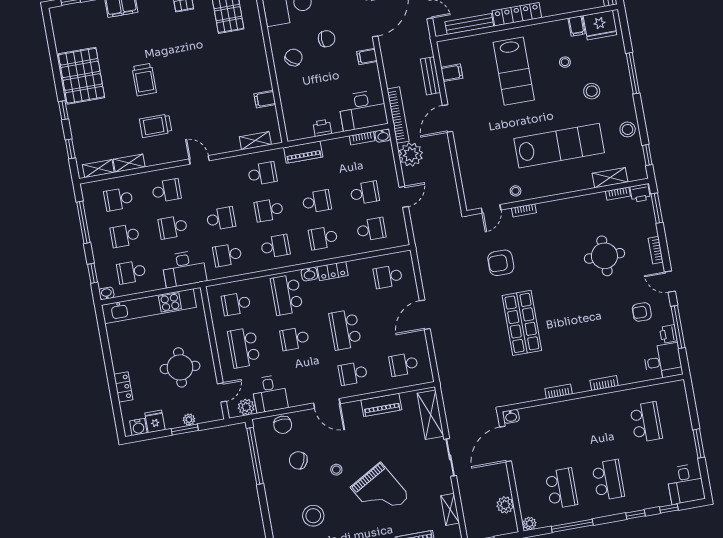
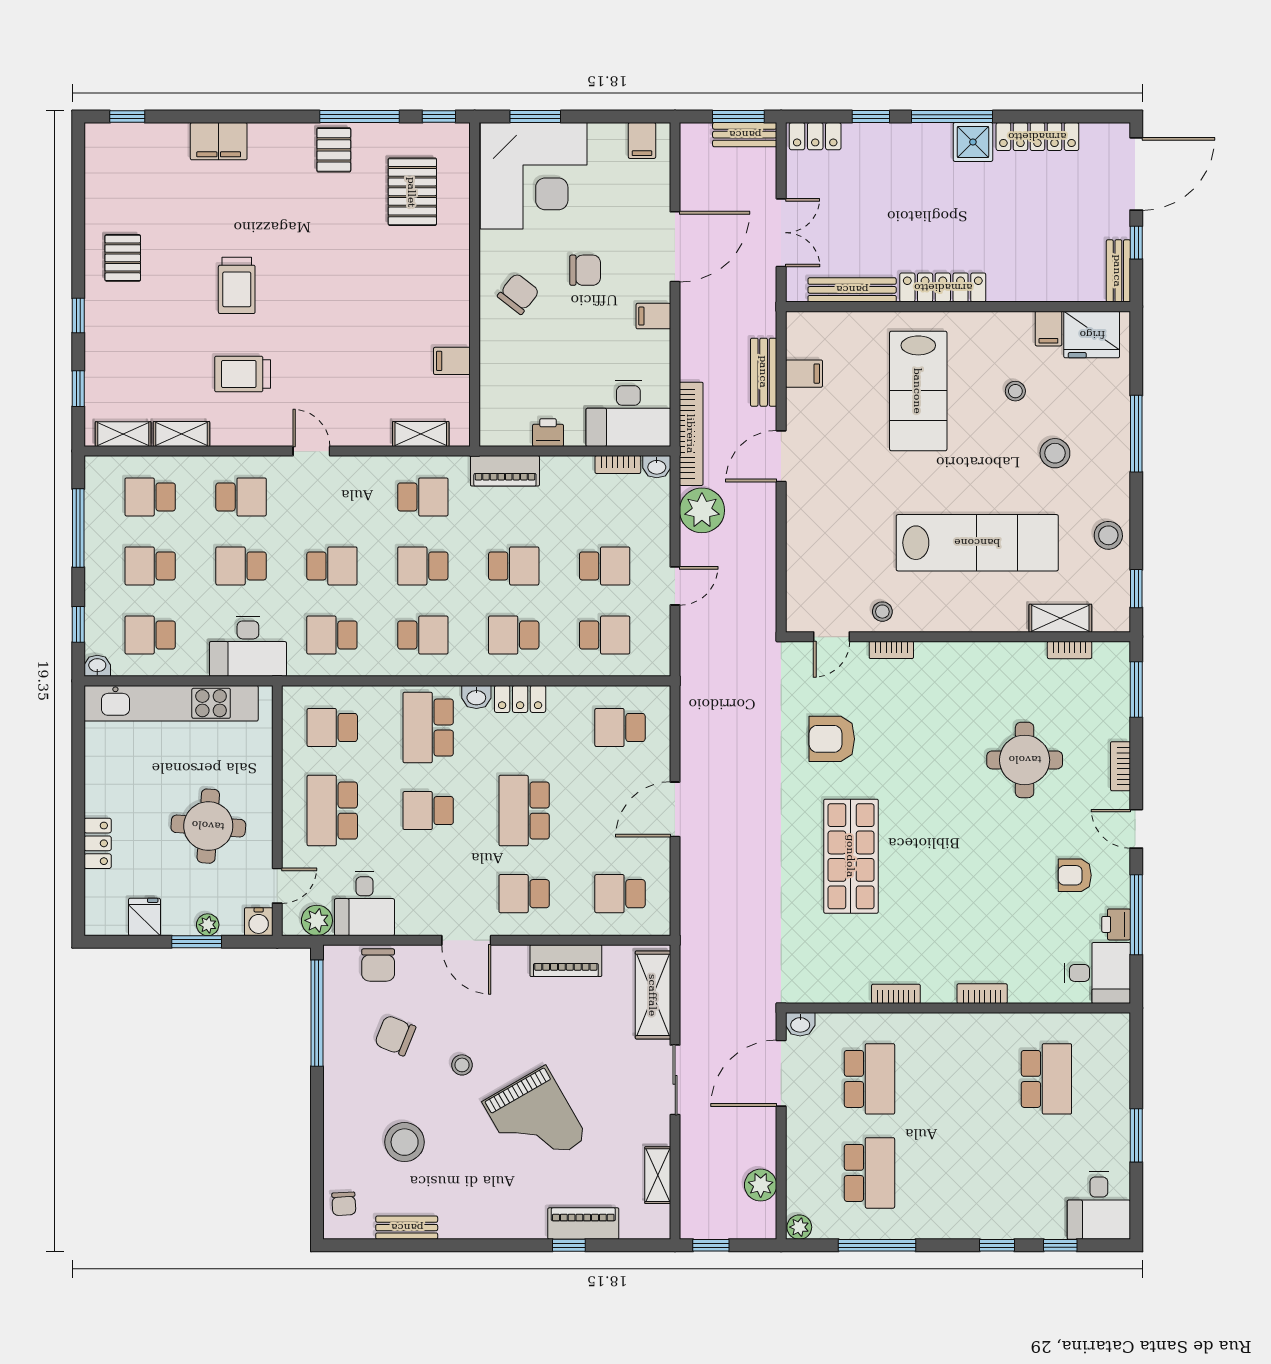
pallet: (82, 76) -> (123, 258), width x0.49, depth x0.50
printer: (640, 193) -> (1111, 656), removed
water cooler: (138, 427) -> (259, 922), moved
school desk: (608, 480) -> (869, 1079), moved

